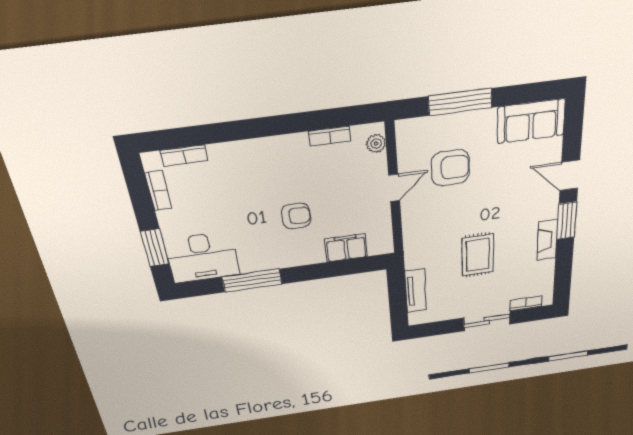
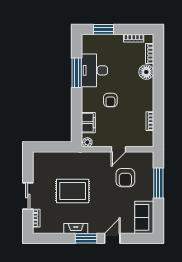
plant: (376, 144) -> (87, 142), moved
floor lamp: (226, 157) -> (146, 72), added
door: (394, 188) -> (118, 149), hinge flipped
rug: (478, 255) -> (73, 191), width x1.36, depth x1.43
desk: (202, 257) -> (94, 70), moved
tv unit: (416, 291) -> (55, 157), removed

